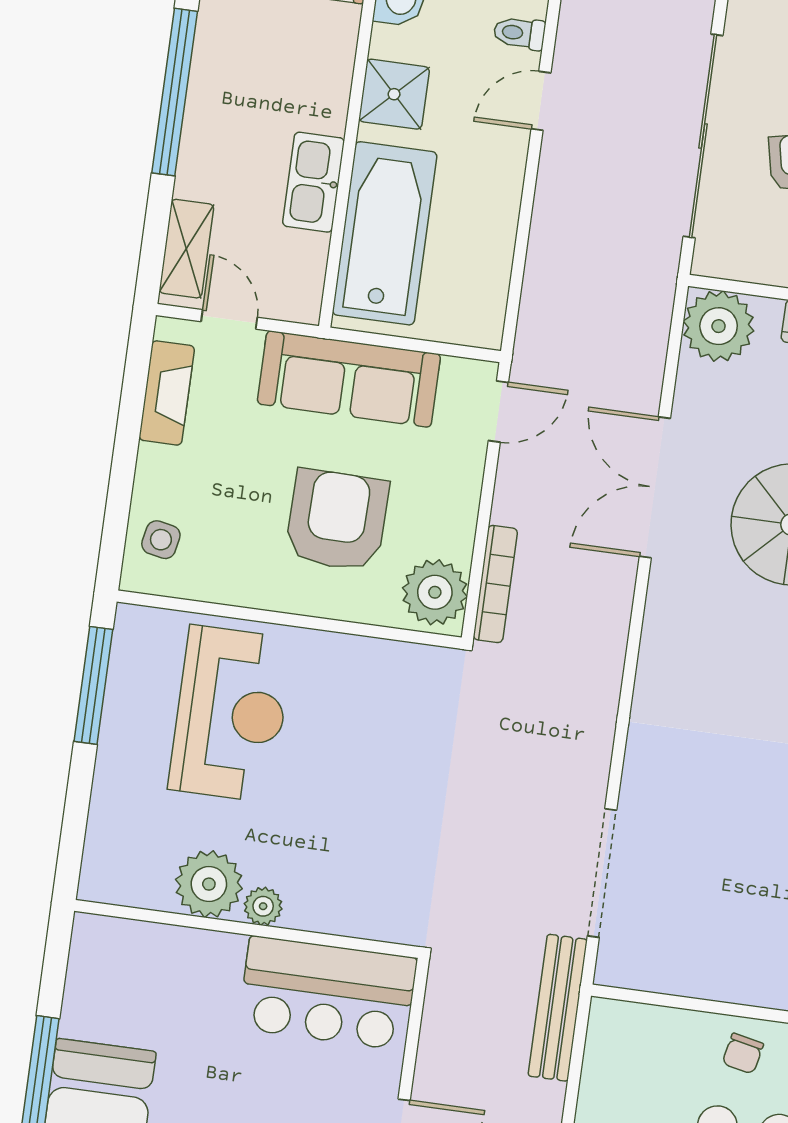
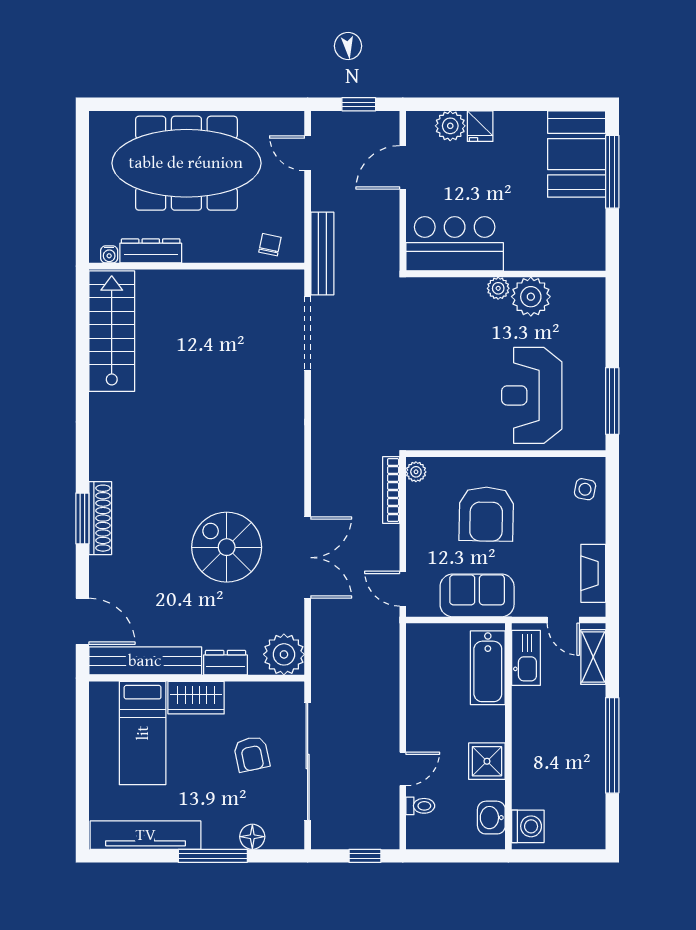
kitchen sink: (313, 182) -> (526, 658), moved
bathtub: (385, 233) -> (488, 668), width x0.73, depth x0.73
sofa: (349, 379) -> (477, 595), width x0.73
door: (498, 411) -> (403, 589), hinge flipped
plant: (435, 592) -> (416, 472), width x0.53, depth x0.53
chair: (743, 1054) -> (270, 245), moved

